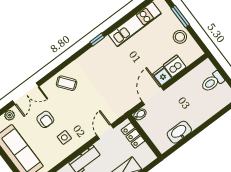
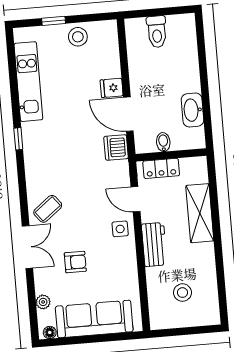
window: (180, 16) -> (54, 21), width x0.67
dishwasher: (175, 66) -> (116, 148), moved
double door: (26, 94) -> (27, 247), moved
bidet: (140, 114) -> (163, 142), moved
side table: (64, 137) -> (120, 229), moved

